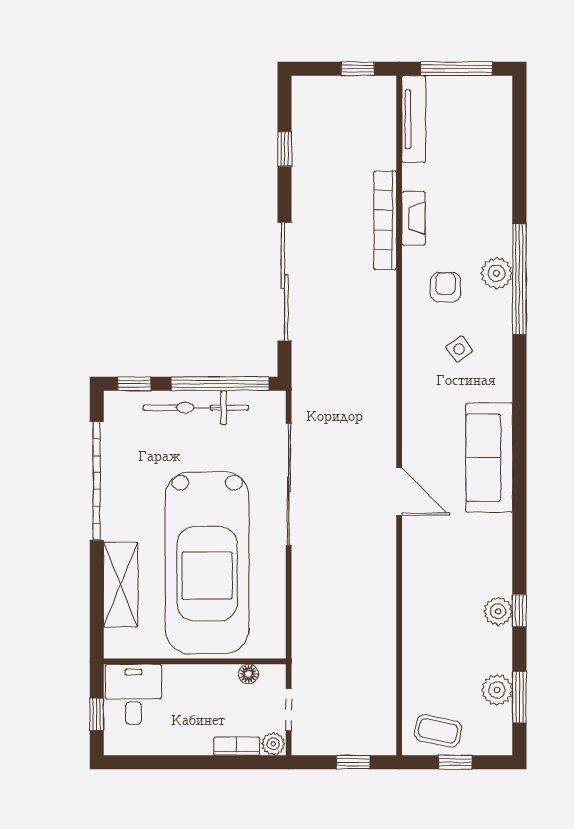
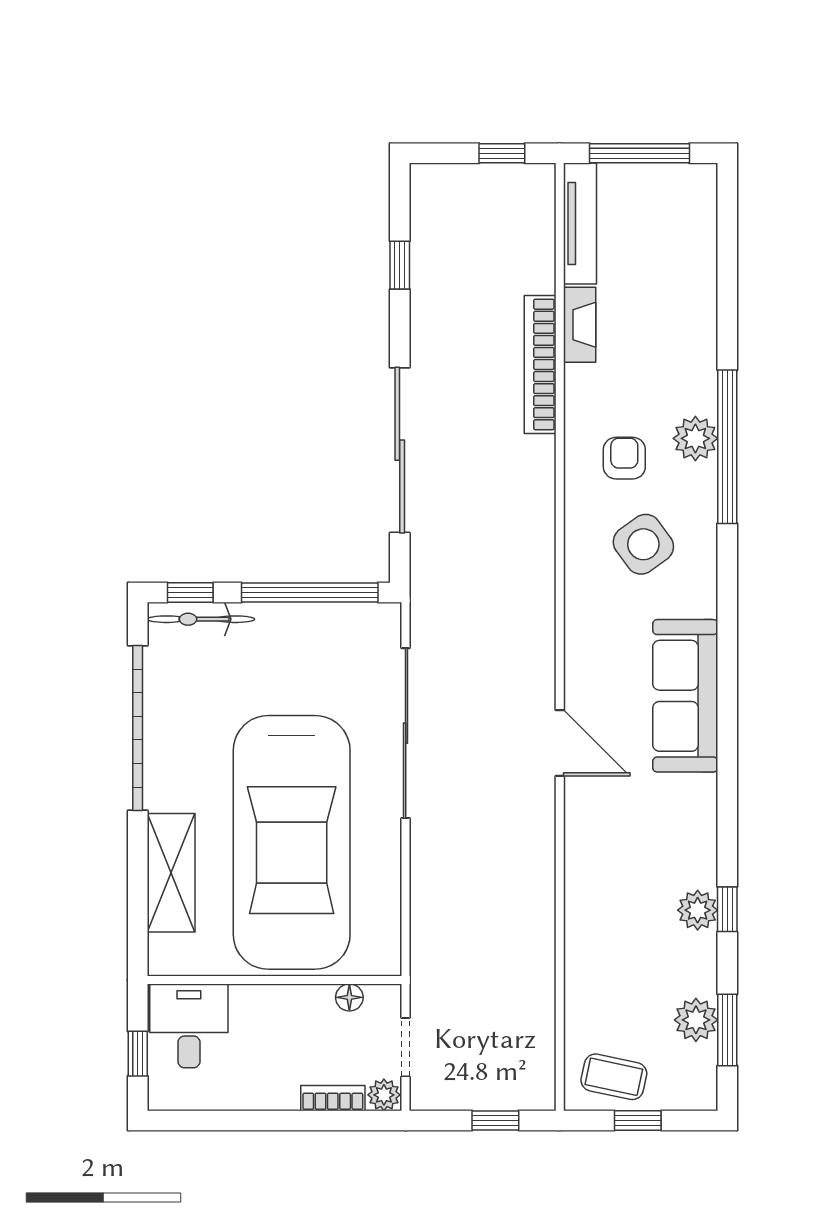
fireplace: (413, 218) -> (580, 325), moved
side table: (459, 349) -> (643, 544), width x1.87, depth x1.87
bicycle: (196, 408) -> (201, 619), moved, width x0.73, depth x0.71

